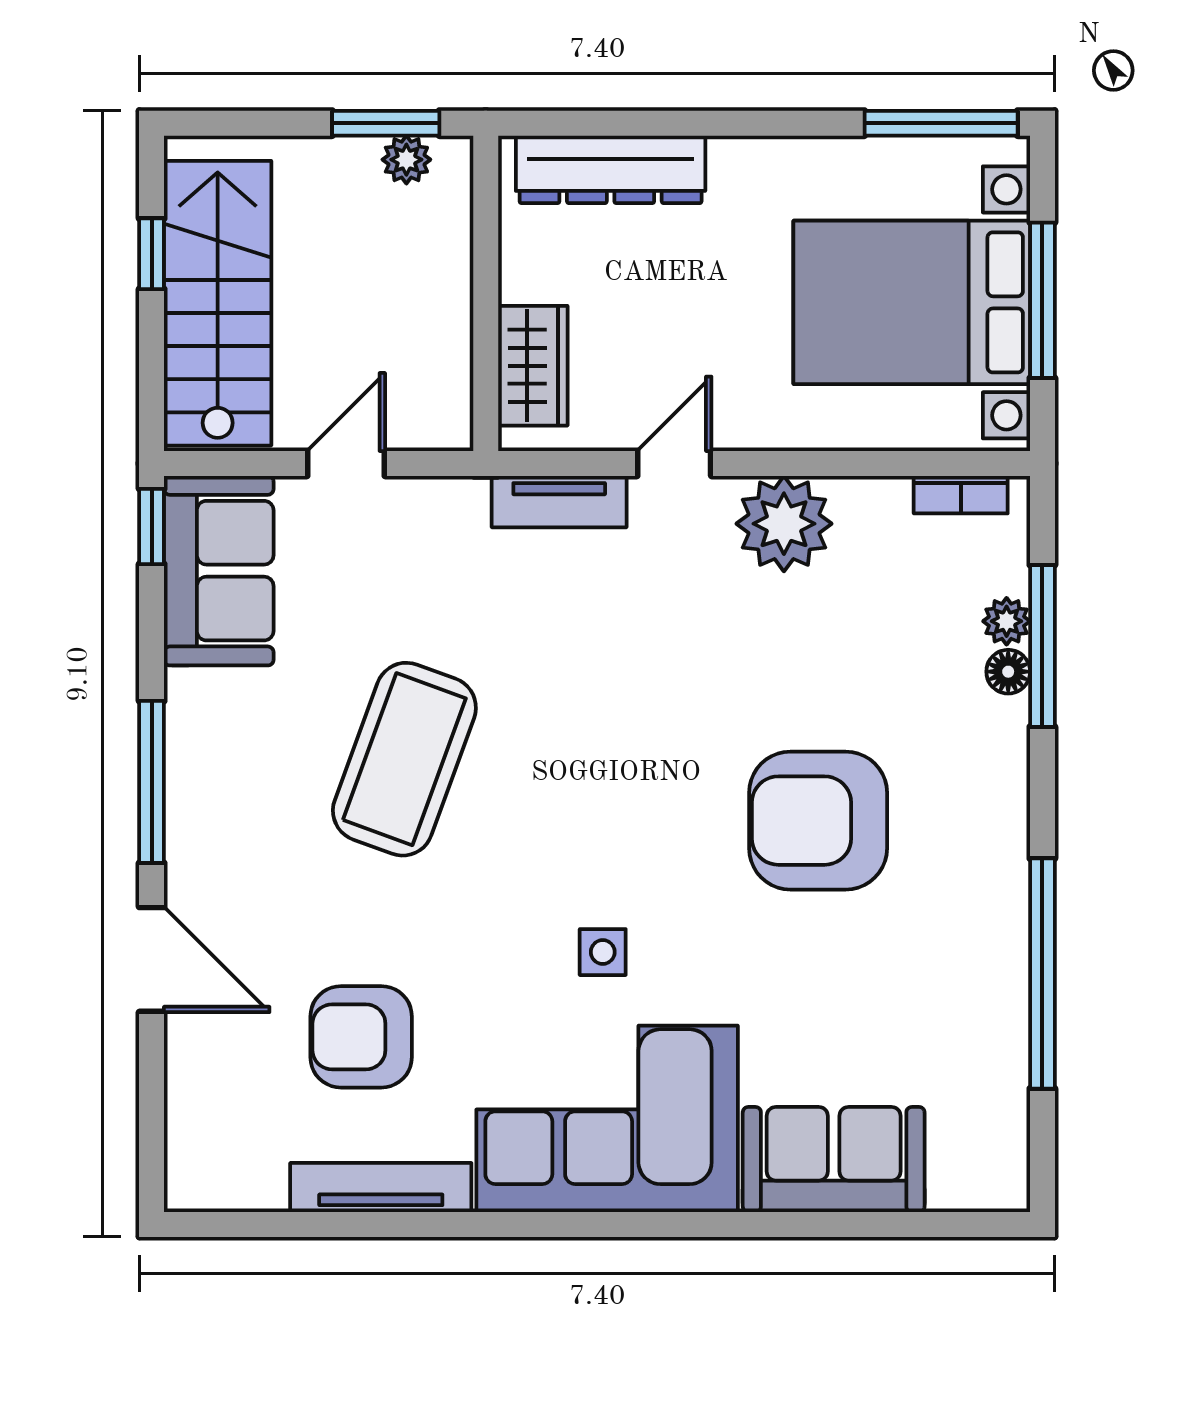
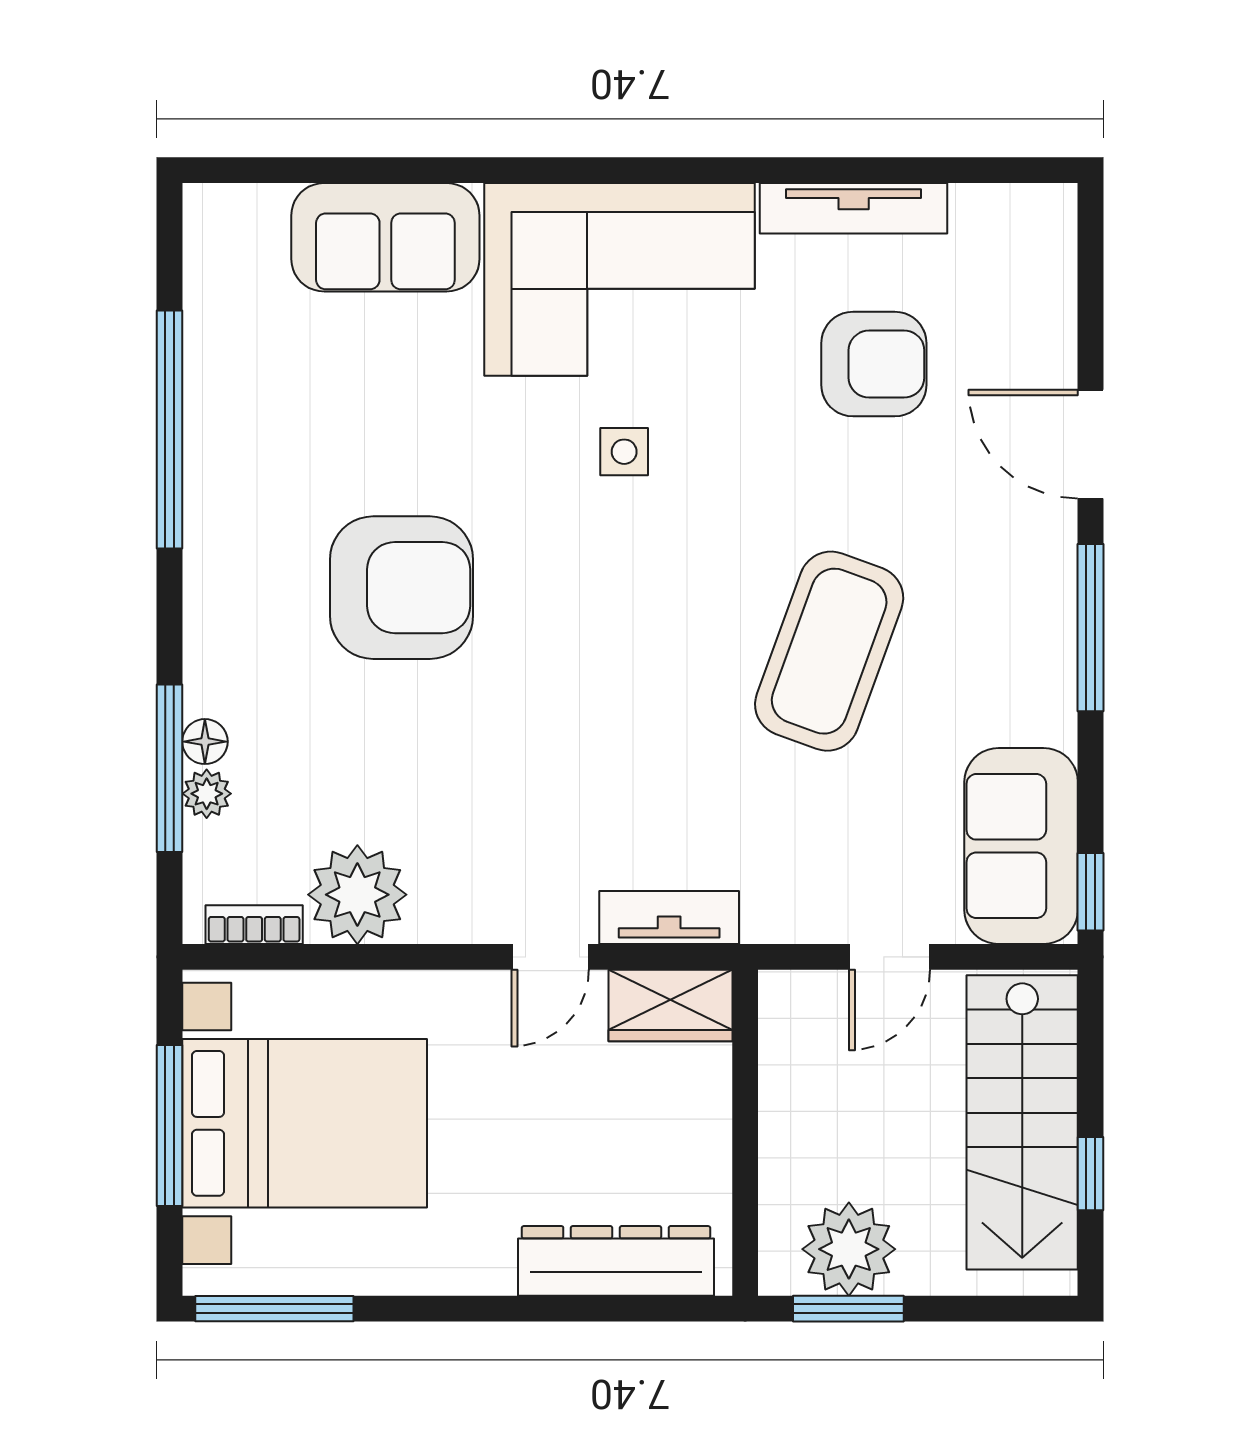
plant: (406, 160) -> (849, 1249), width x1.87, depth x1.87
wardrobe: (533, 366) -> (670, 1006), moved, turned -90
plant: (784, 524) -> (357, 895), moved

